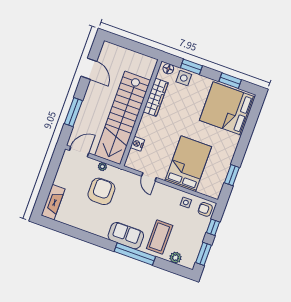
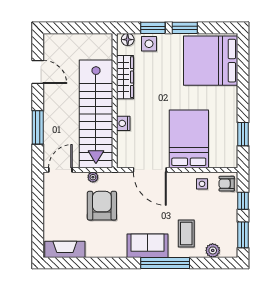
window: (230, 81) -> (185, 28), moved
nightstand: (137, 144) -> (123, 123), moved
door: (149, 177) -> (150, 170), width x1.87
fireplace: (53, 202) -> (65, 249), moved, turned -90
coffee table: (160, 237) -> (186, 233), width x0.73, depth x0.76

